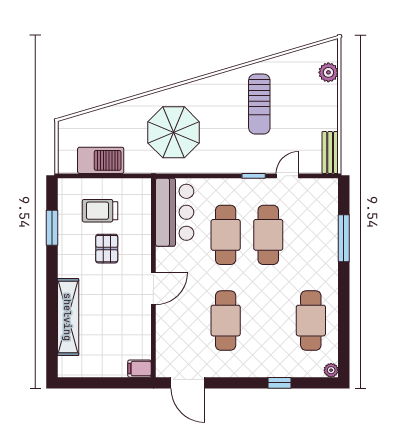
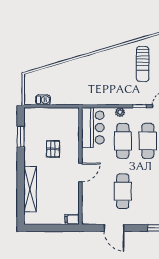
parasol: (174, 132) -> (92, 81), removed
barbecue: (101, 160) -> (43, 100), width x0.53, depth x0.65
plant: (221, 186) -> (120, 112), added
trolley: (100, 211) -> (49, 127), removed
door: (188, 383) -> (114, 228), moved

